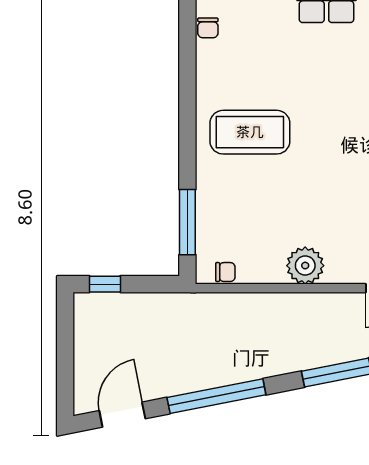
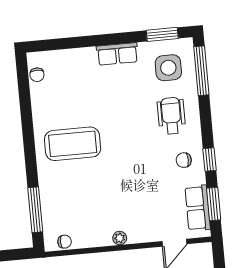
plant: (305, 266) -> (120, 238), width x0.53, depth x0.53

